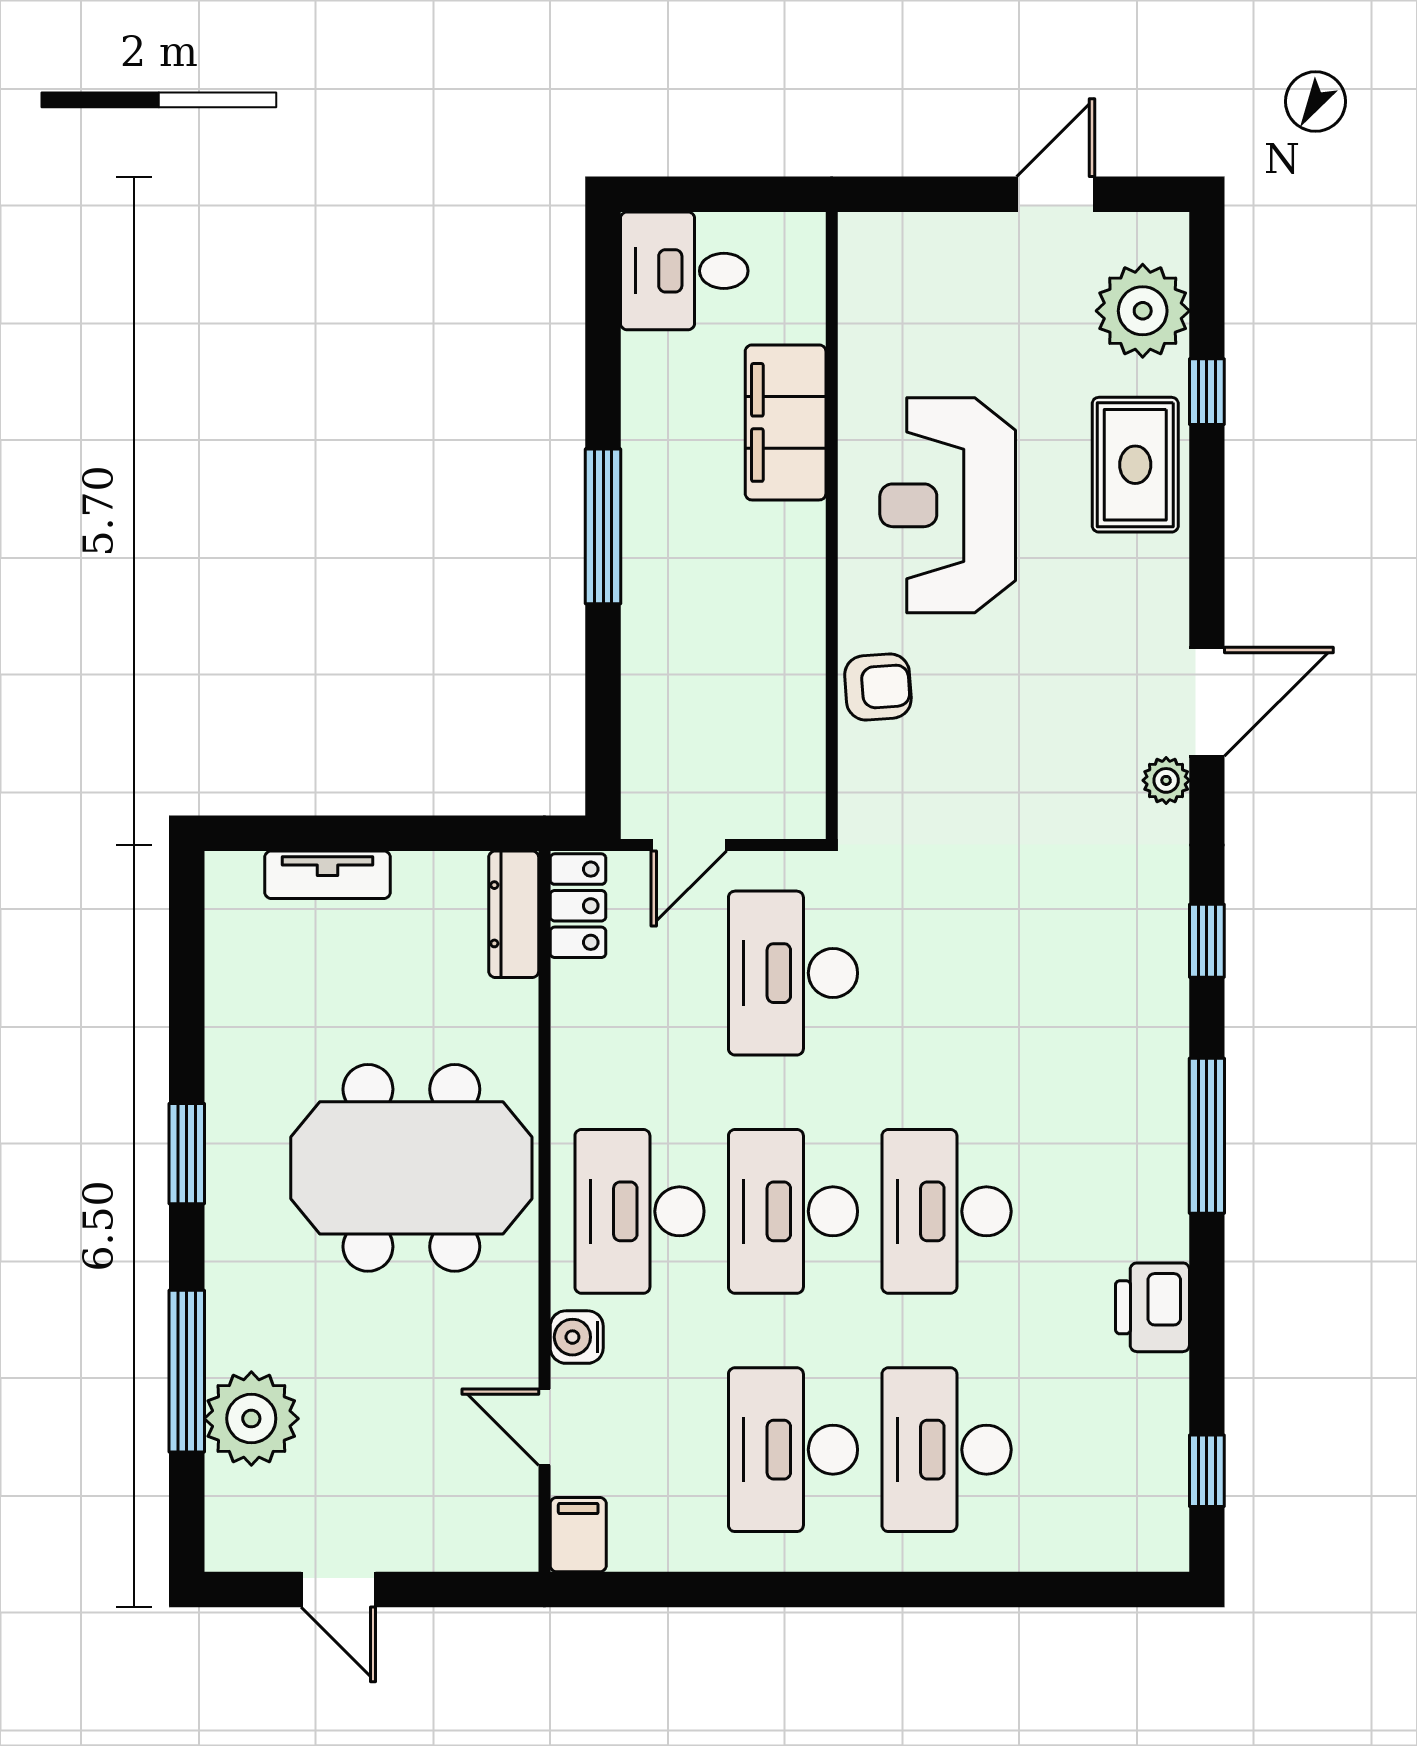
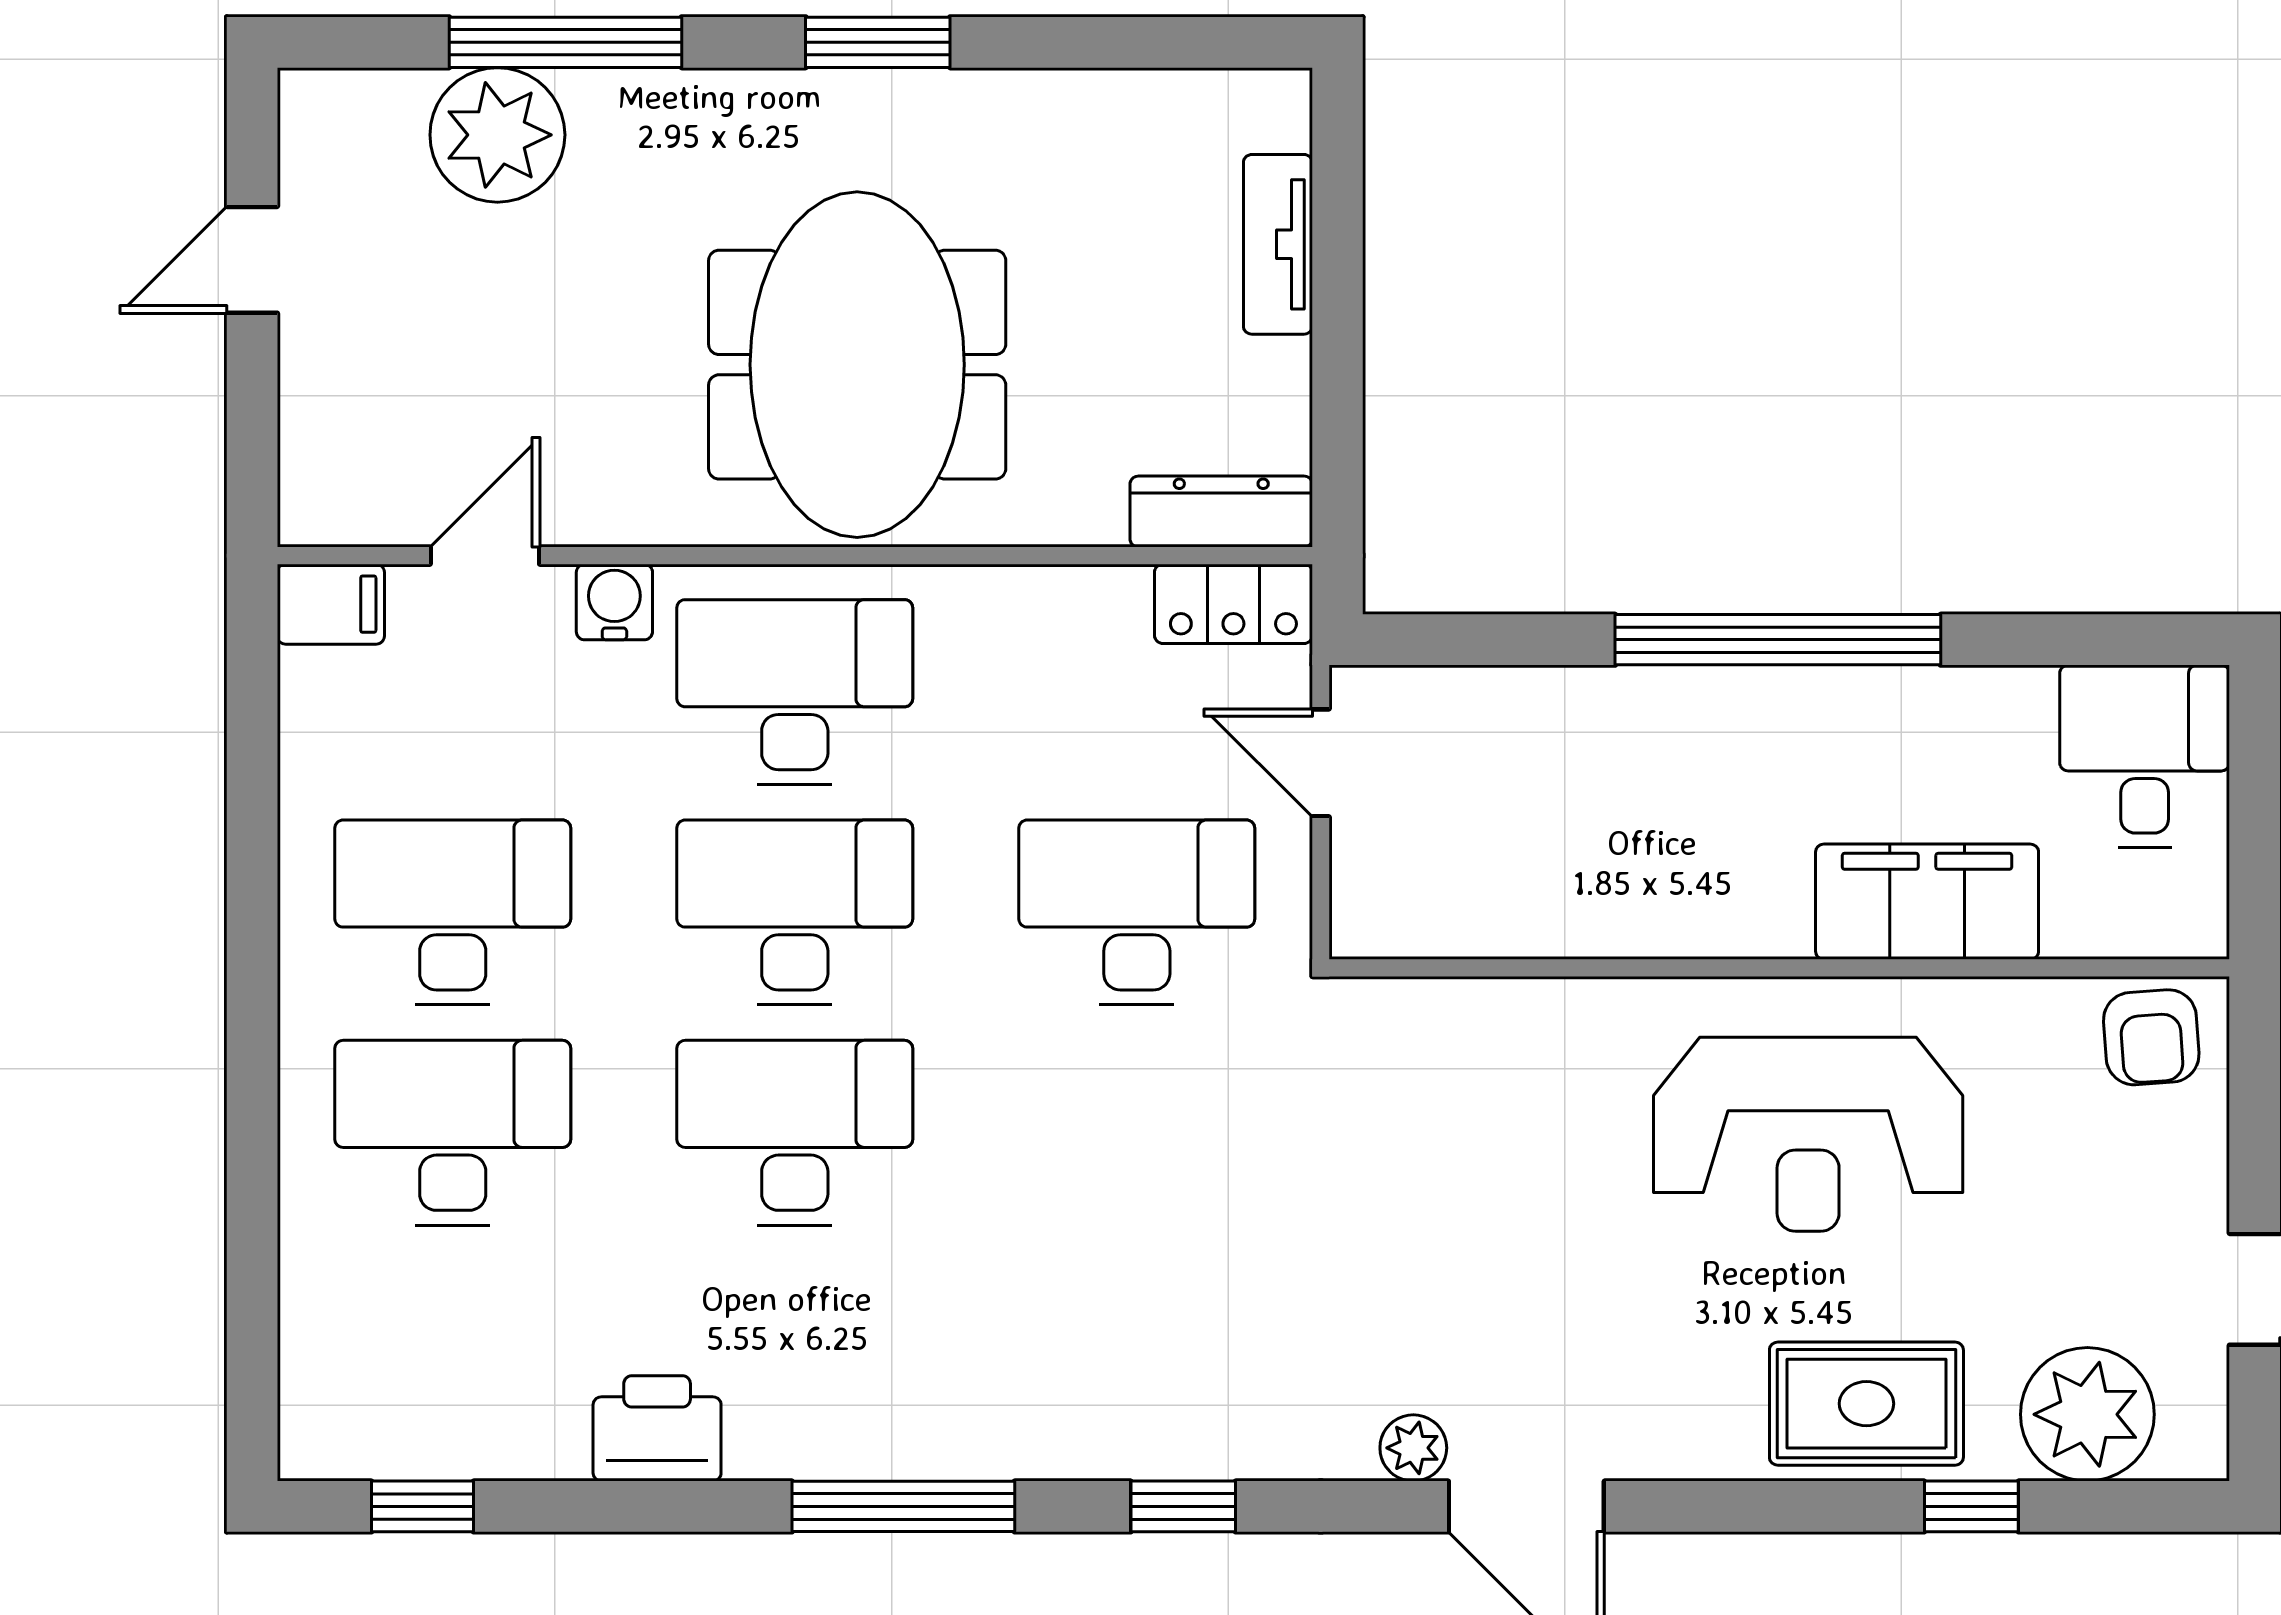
reception desk: (948, 505) -> (1808, 1134), turned 180
window: (603, 526) -> (1778, 640), width x1.46
armchair: (878, 687) -> (2151, 1037), moved

